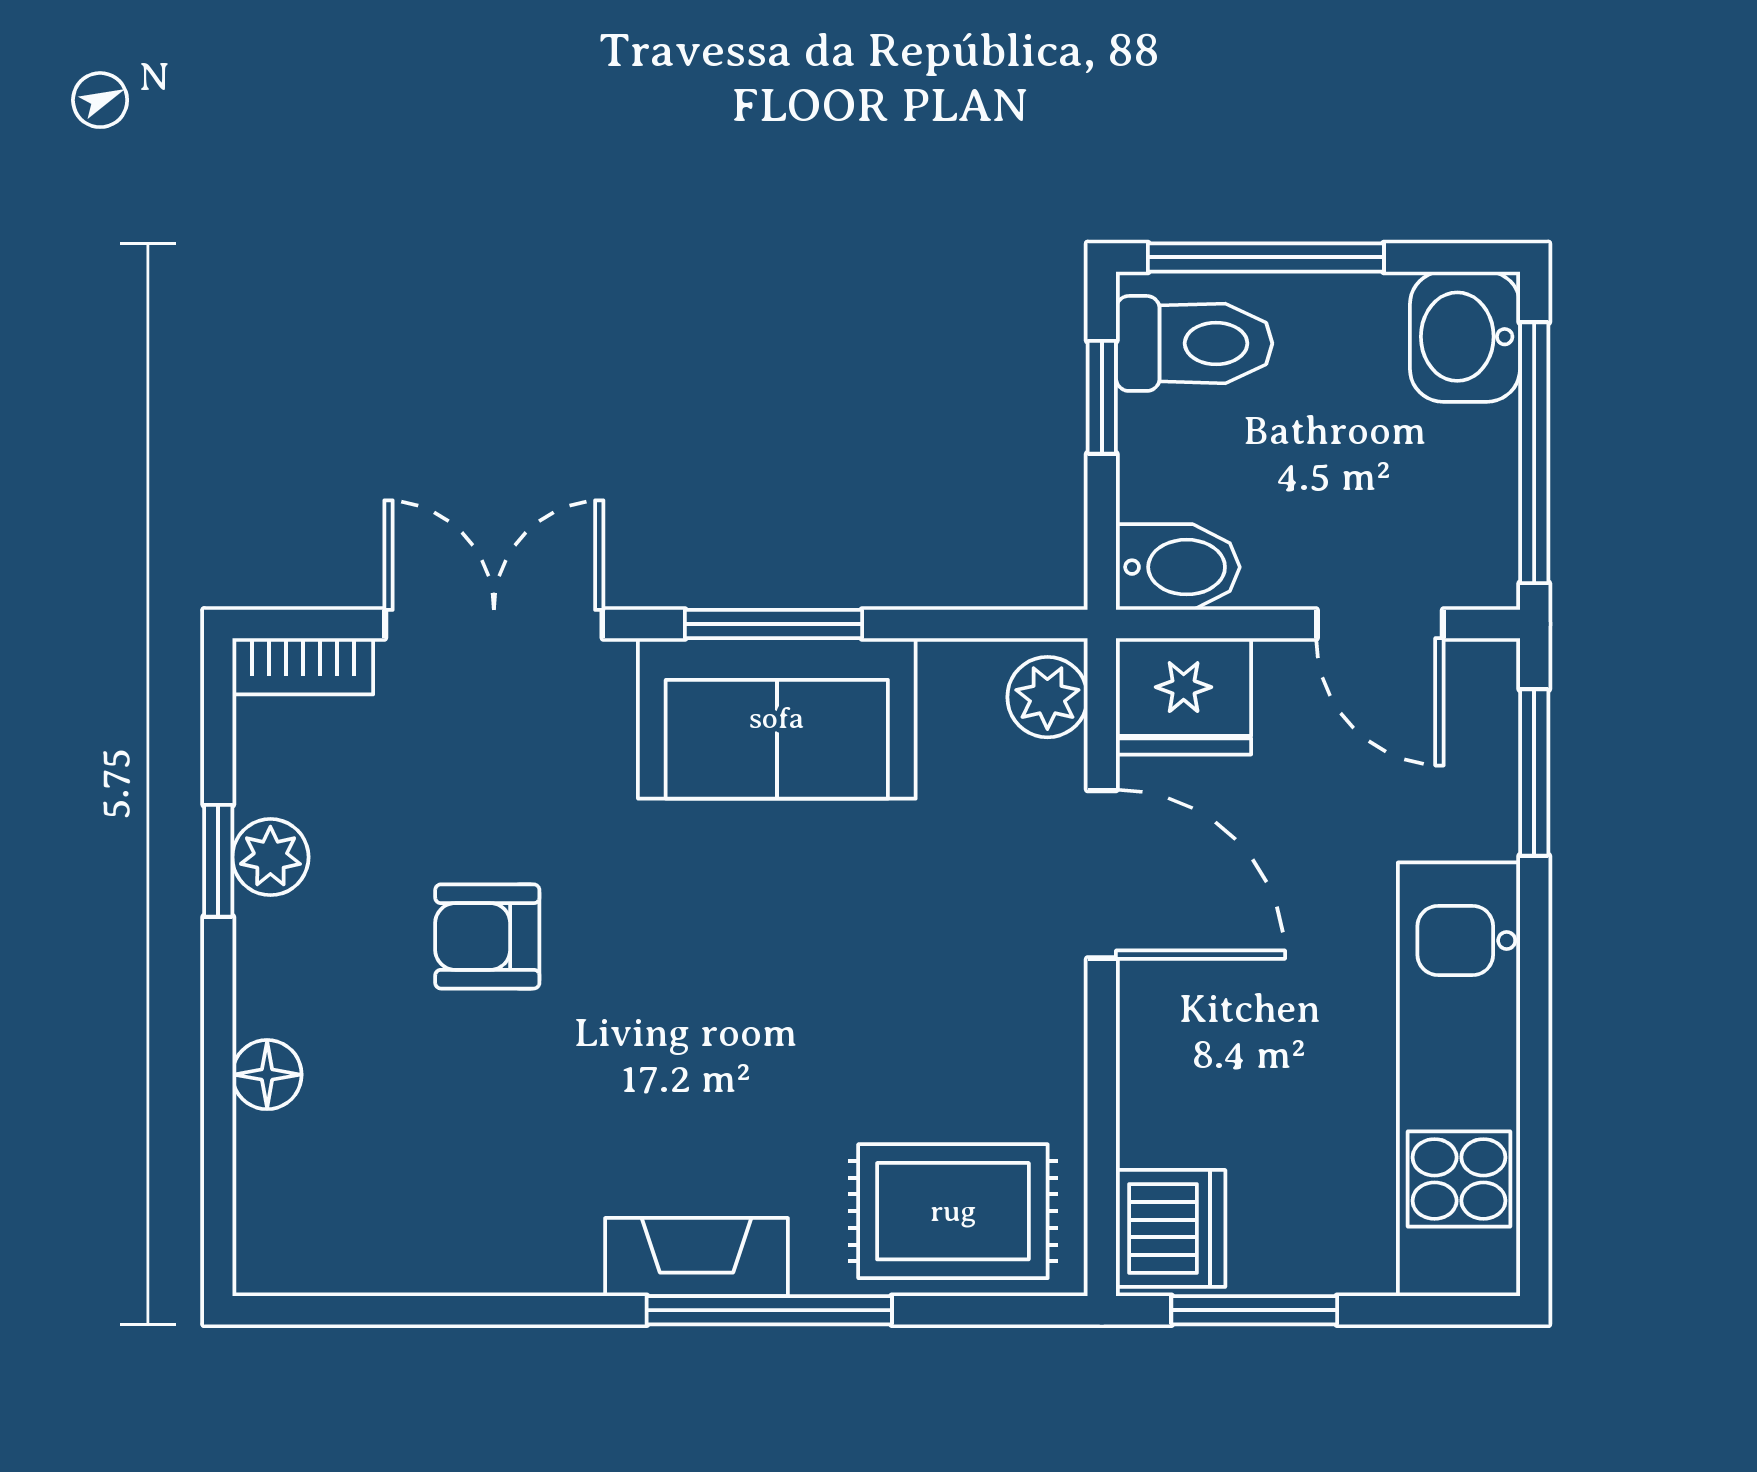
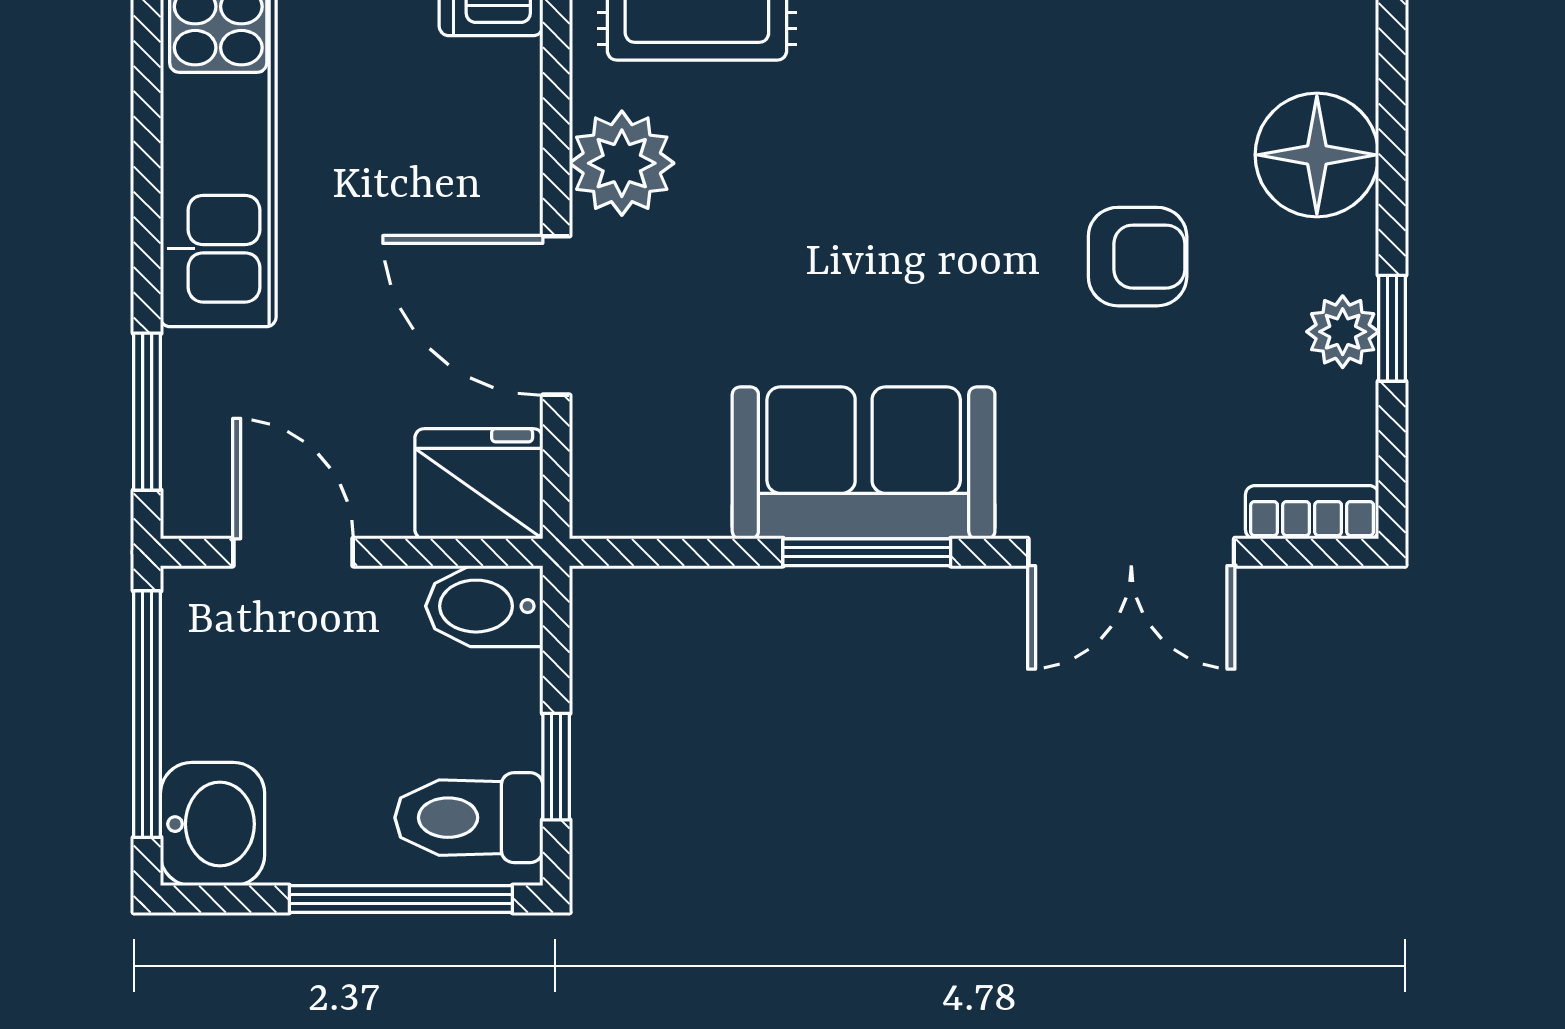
plant: (1047, 697) -> (622, 163), moved, width x1.38, depth x1.38
floor lamp: (267, 1075) -> (1317, 155), width x1.89, depth x1.89

